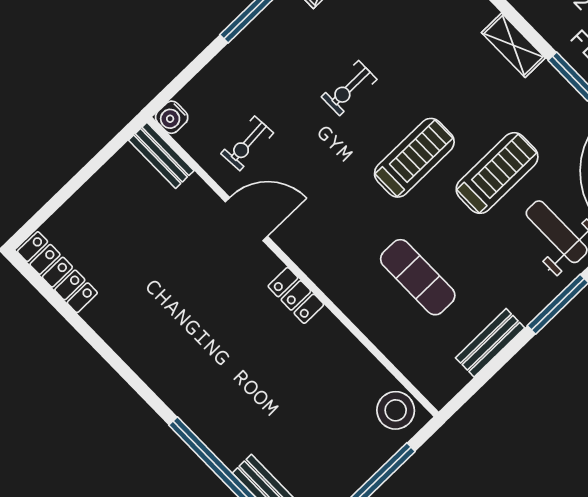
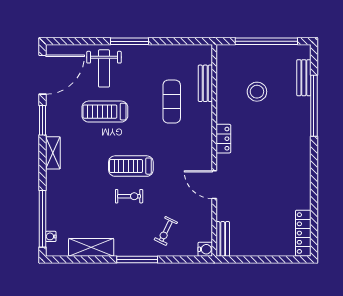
exercise bike: (247, 143) -> (166, 231), moved, turned 120
treadmill: (414, 158) -> (131, 166), moved
bench: (490, 343) -> (205, 83), moved, turned 90
stool: (396, 410) -> (257, 92), moved

